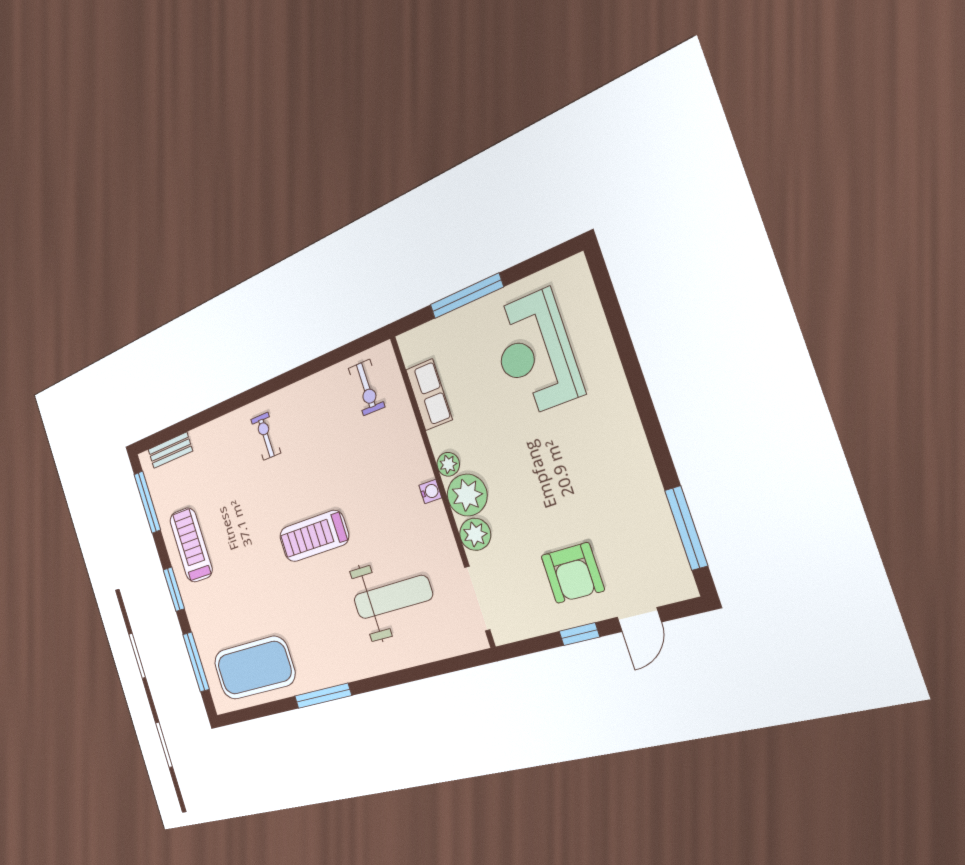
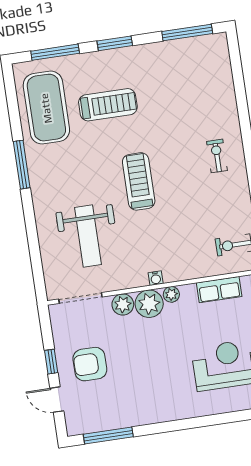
exercise bike: (266, 436) -> (217, 156), turned -90
bench: (170, 450) -> (223, 65), removed
treadmill: (191, 545) -> (108, 105), moved

